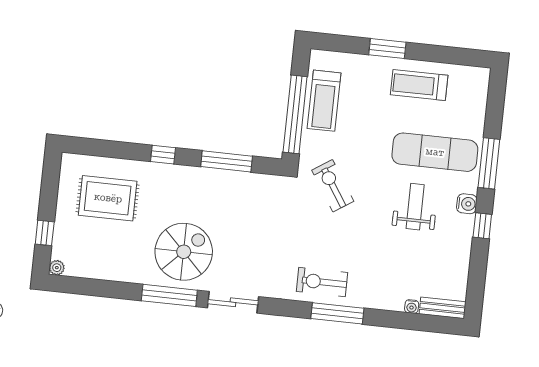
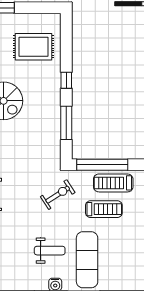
treadmill: (419, 85) -> (104, 209), moved, turned 90
rug: (108, 198) -> (34, 47), turned 90

